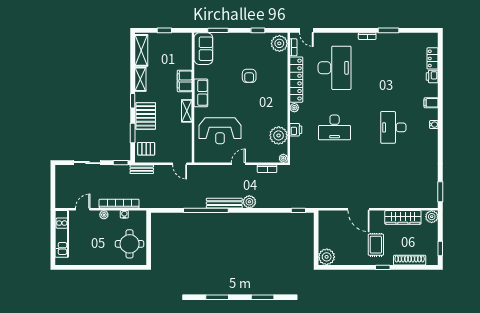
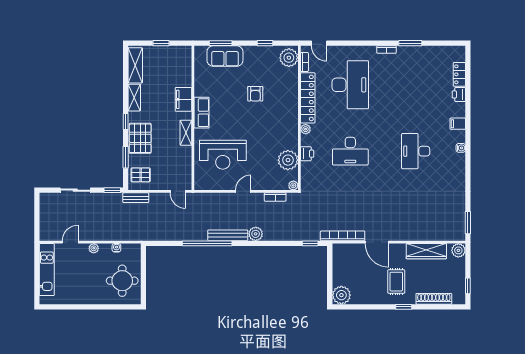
sofa: (203, 49) -> (225, 56), moved, turned 90
bookcase: (119, 204) -> (343, 236), moved

